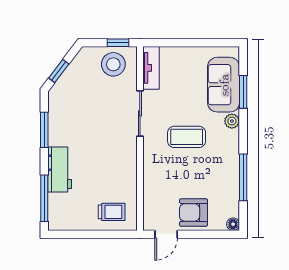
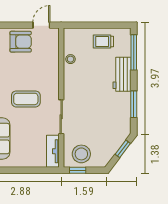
stool: (128, 189) -> (71, 59), added
trolley: (112, 212) -> (103, 41), moved

